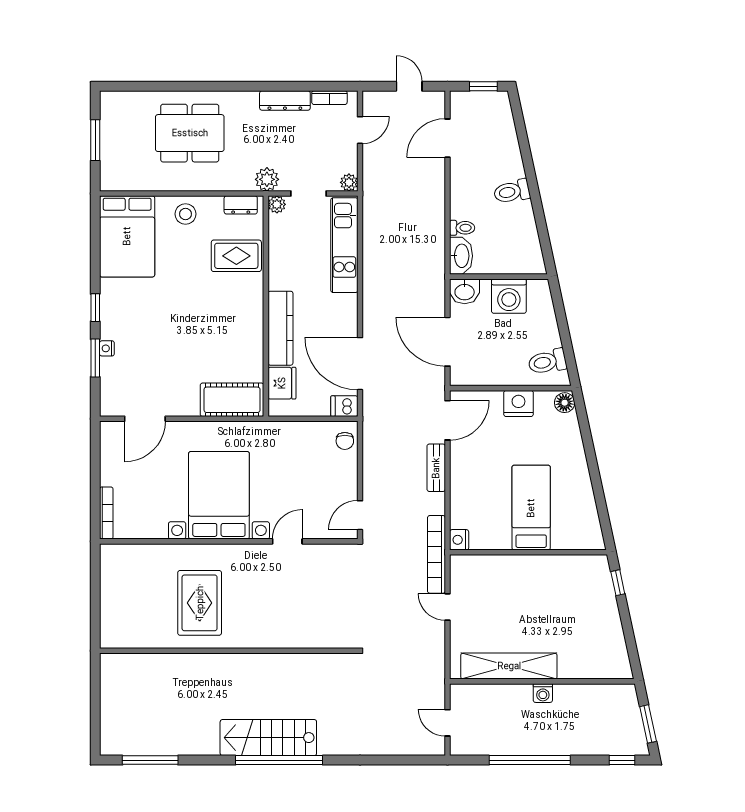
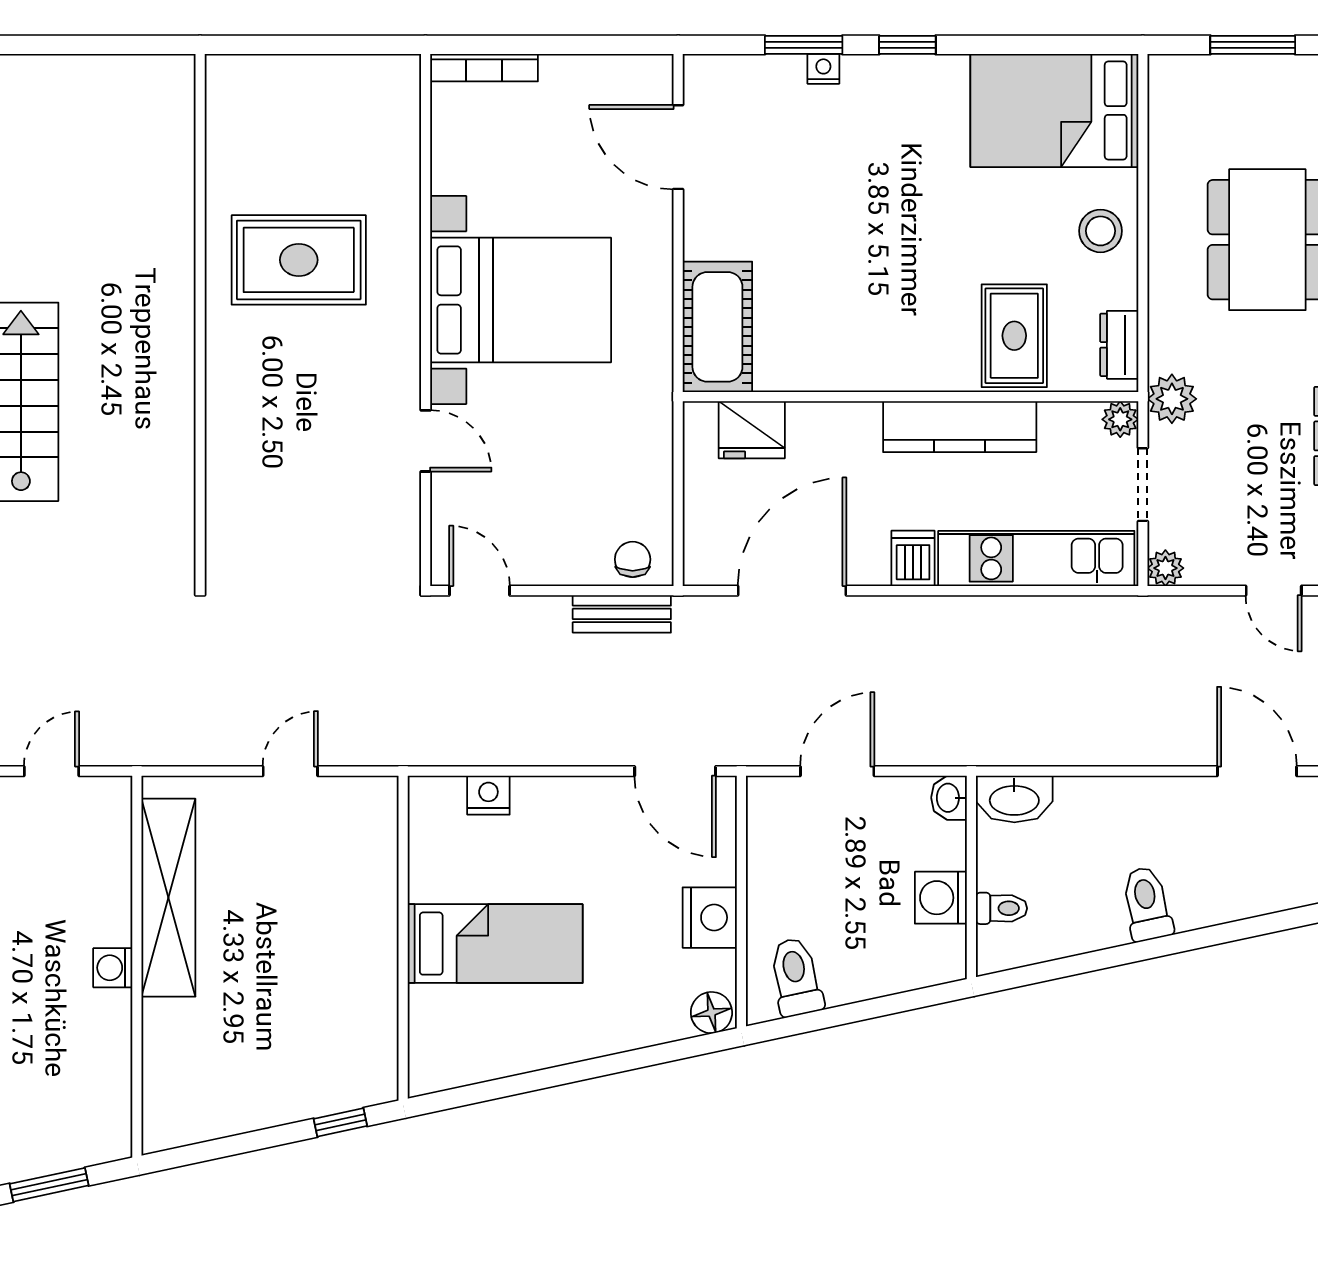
toilet: (462, 228) -> (1002, 908), moved, turned -90
washbasin: (465, 291) -> (949, 798), width x0.72, depth x0.69
washing machine: (509, 296) -> (941, 898), width x0.73, depth x0.73
kitchen counter: (280, 328) -> (960, 427), moved
door: (447, 342) -> (837, 771), width x0.73
dishwasher: (344, 406) -> (913, 558), moved
chair: (345, 441) -> (633, 559), turned 90
bench: (436, 468) -> (622, 614), moved
nightstand: (459, 540) -> (488, 795), moved
bookcase: (436, 554) -> (399, 748), removed

